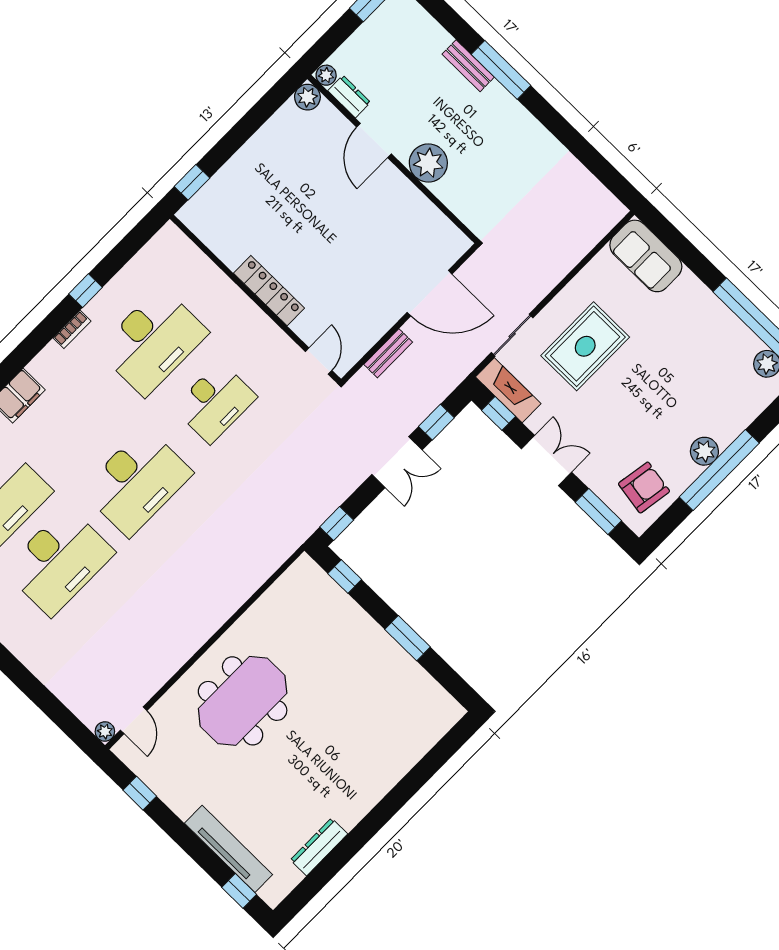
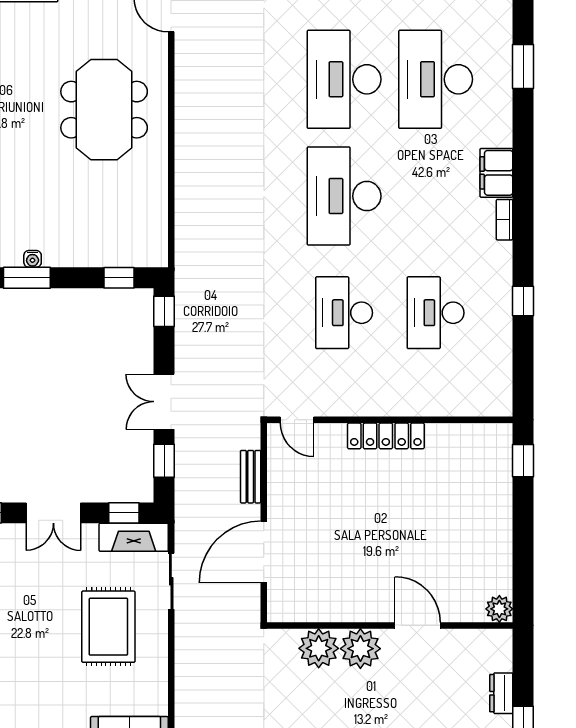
plant: (326, 75) -> (319, 648), moved, width x1.87, depth x1.87
dresser: (349, 97) -> (501, 693), moved, turned 90
bookcase: (72, 329) -> (505, 220), moved
desk: (153, 341) -> (436, 313), width x0.73, depth x0.77
water cooler: (391, 647) -> (33, 259), added

